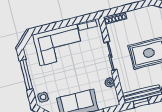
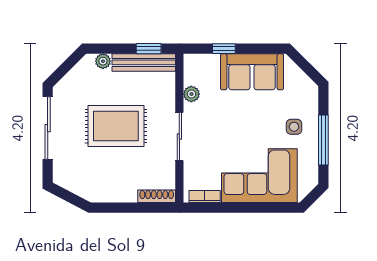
side table: (43, 97) -> (294, 127), moved

